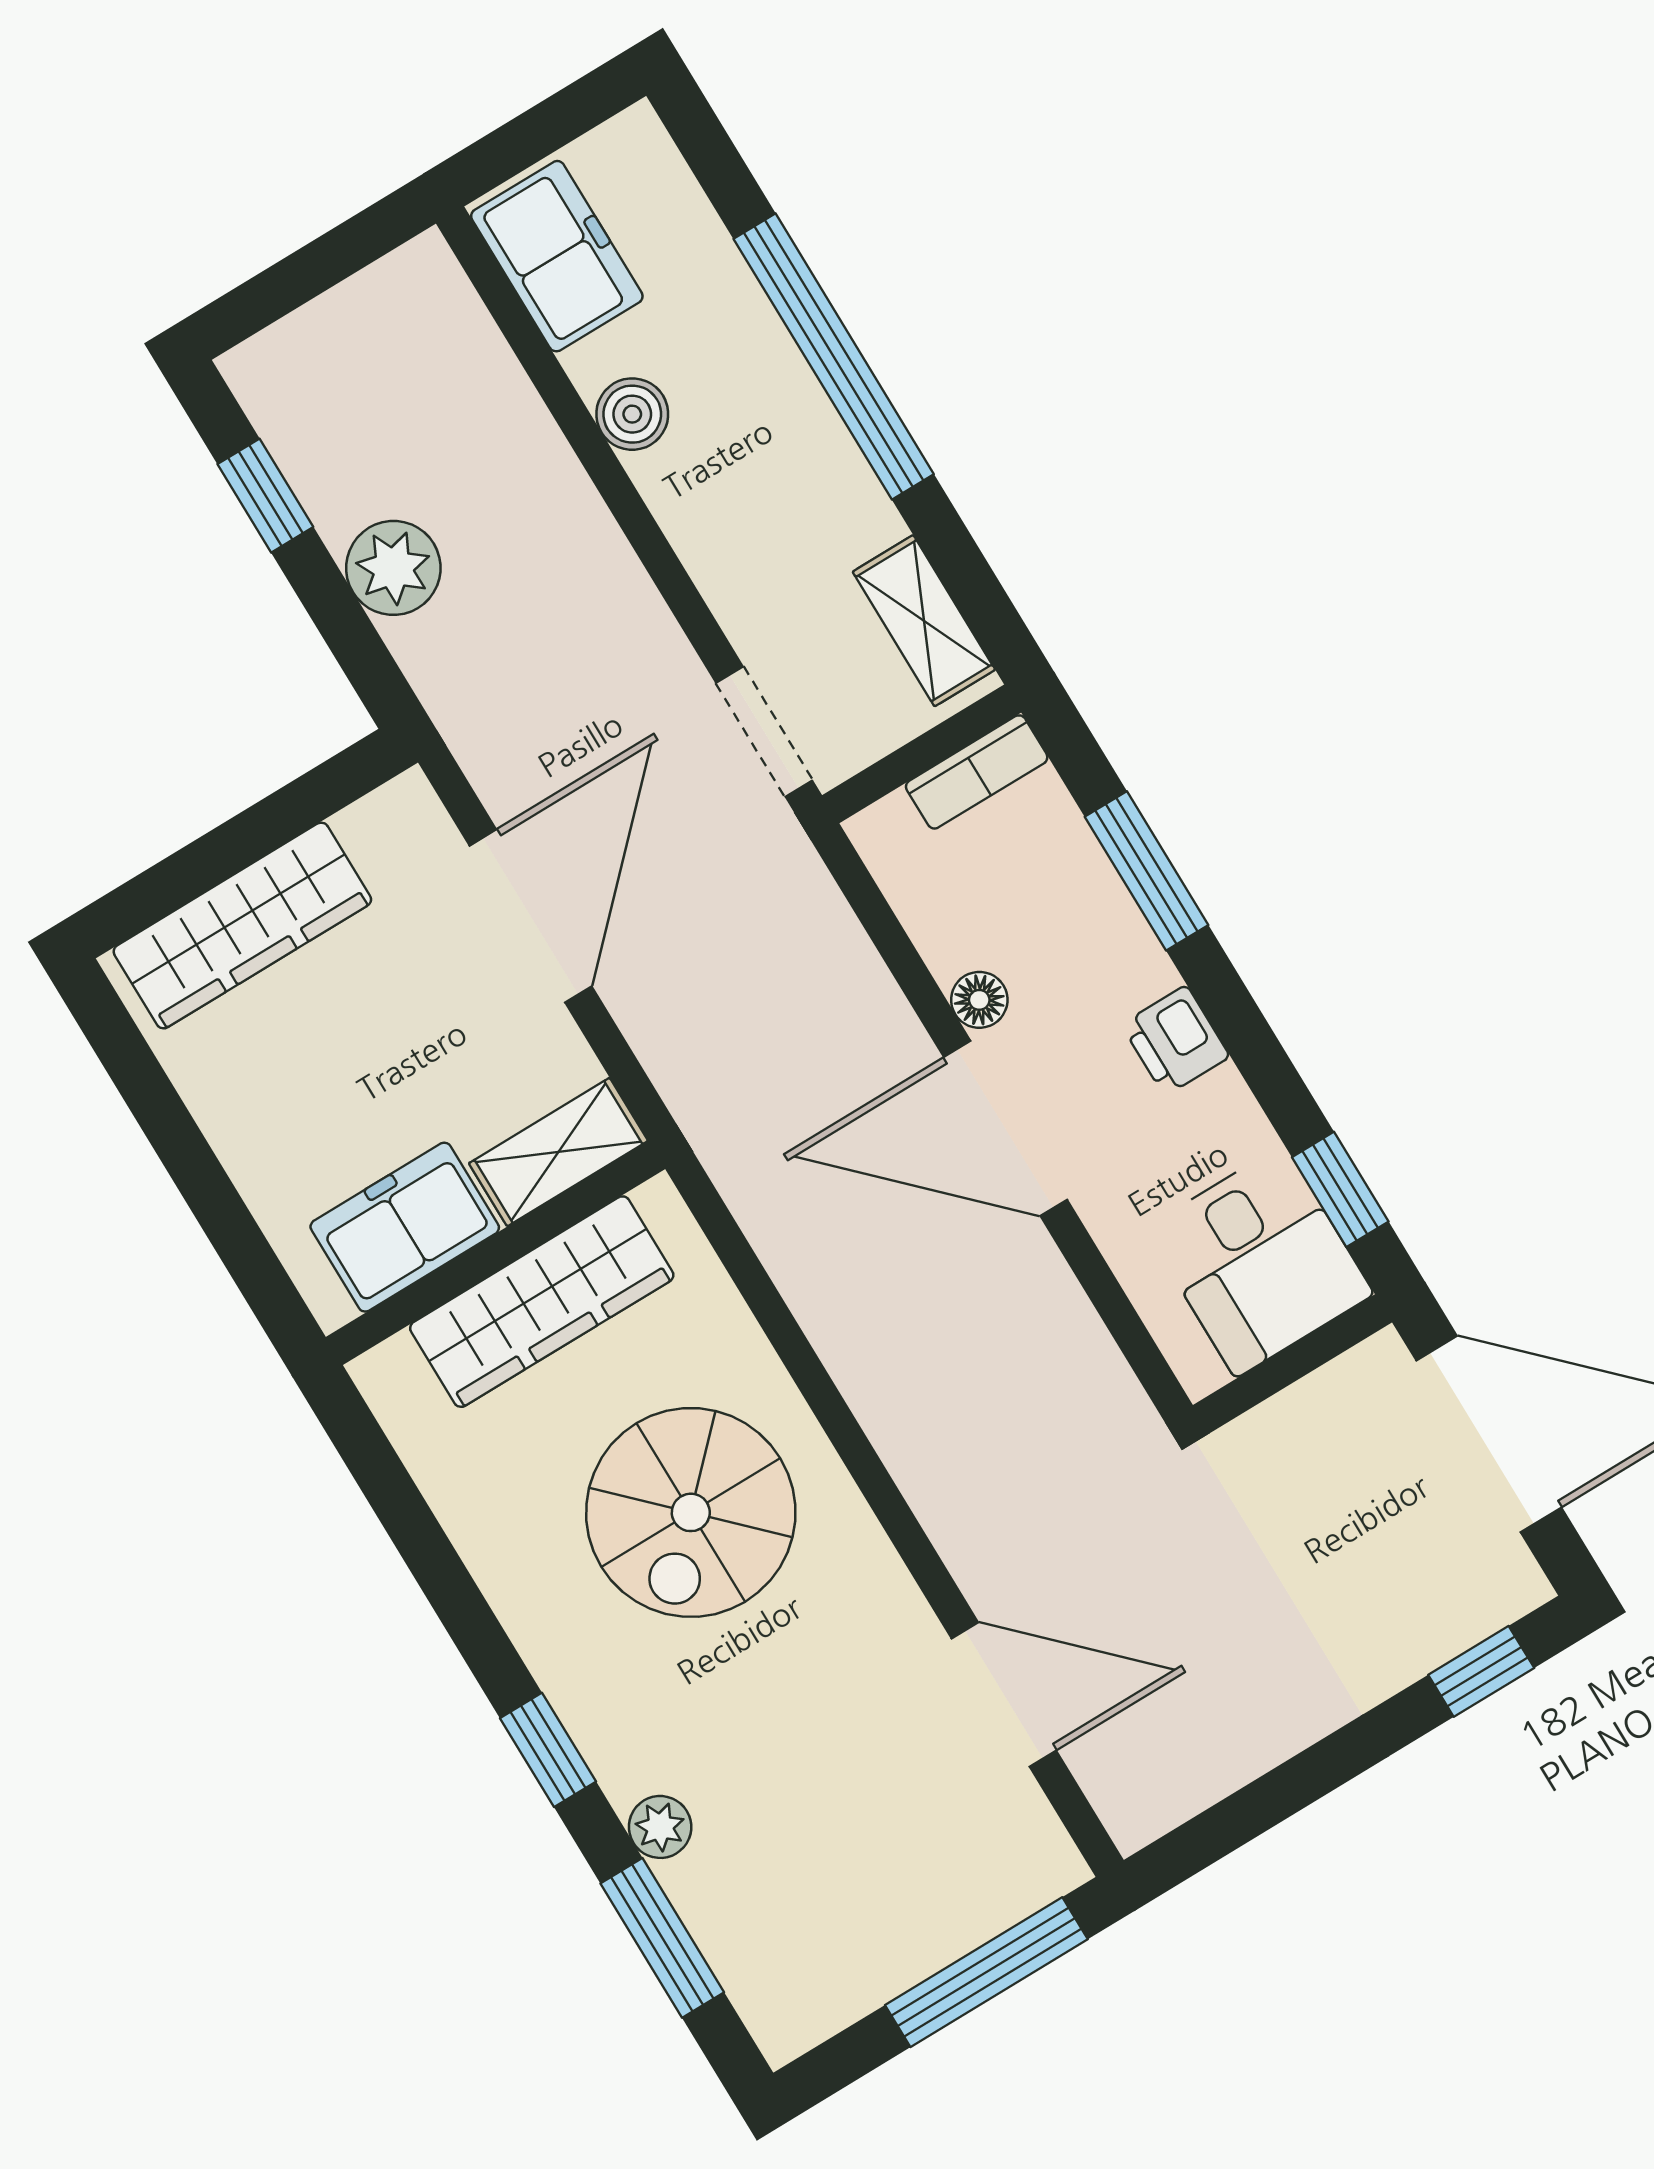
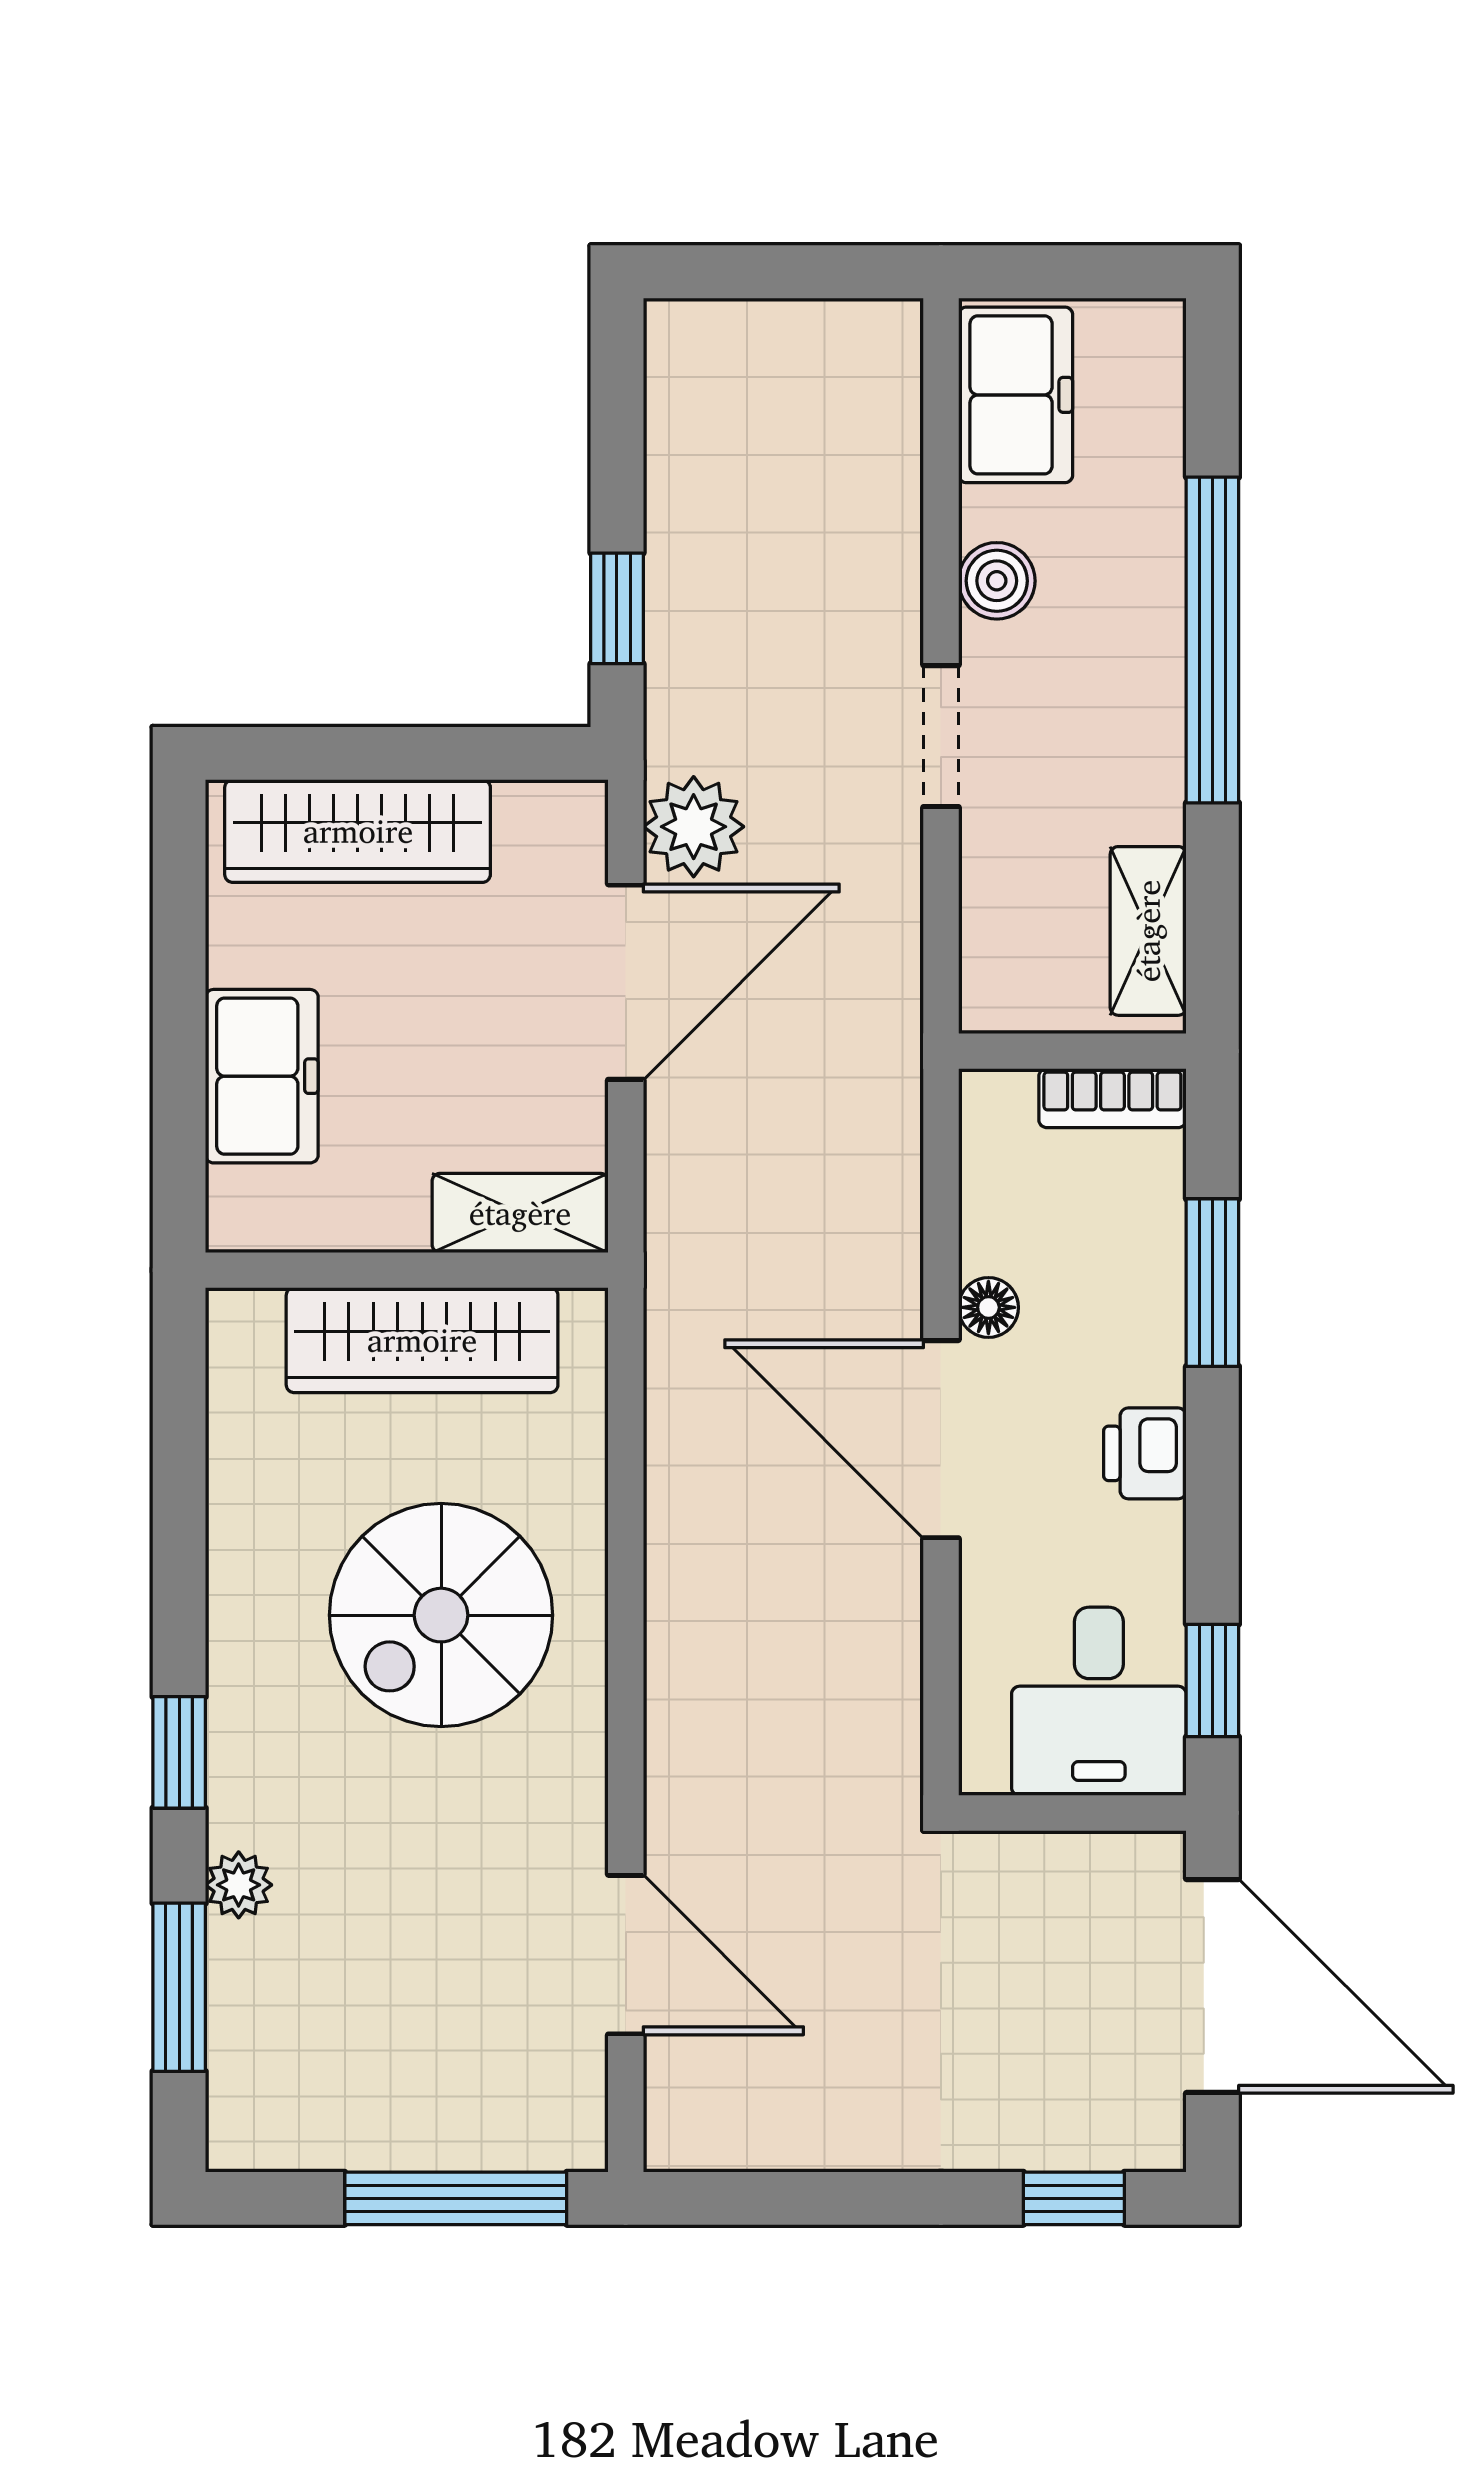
window: (265, 496) -> (617, 608), moved
plant: (393, 568) -> (694, 827), moved
doorway: (764, 732) -> (941, 736), moved
freezer: (405, 1227) -> (262, 1076), moved, turned 90

